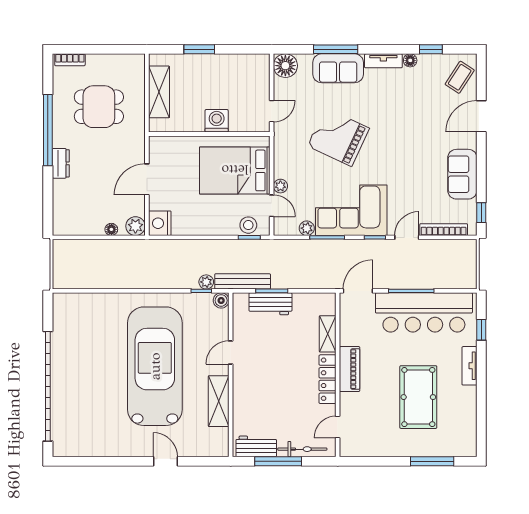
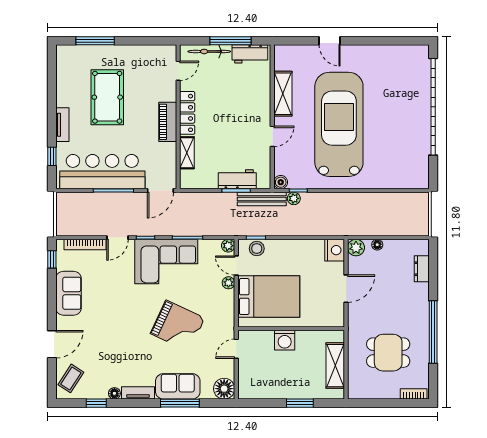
dresser: (61, 163) -> (422, 269), moved
plant: (307, 228) -> (228, 246), moved
car: (155, 366) -> (339, 124), turned 180

